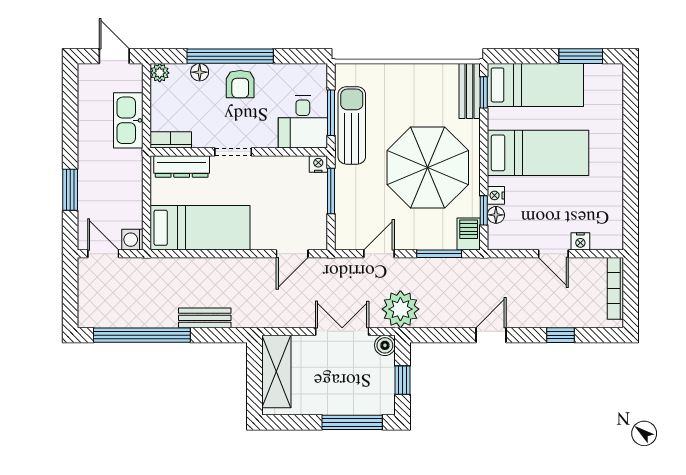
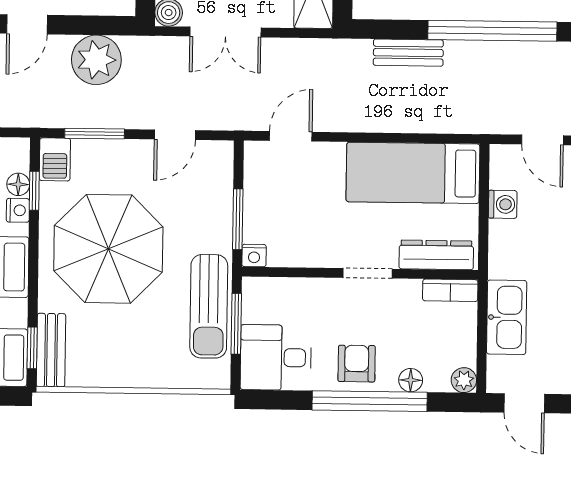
desk: (303, 122) -> (276, 358), moved, turned -90
washing machine: (132, 240) -> (503, 204), moved
plant: (400, 309) -> (96, 60), moved

